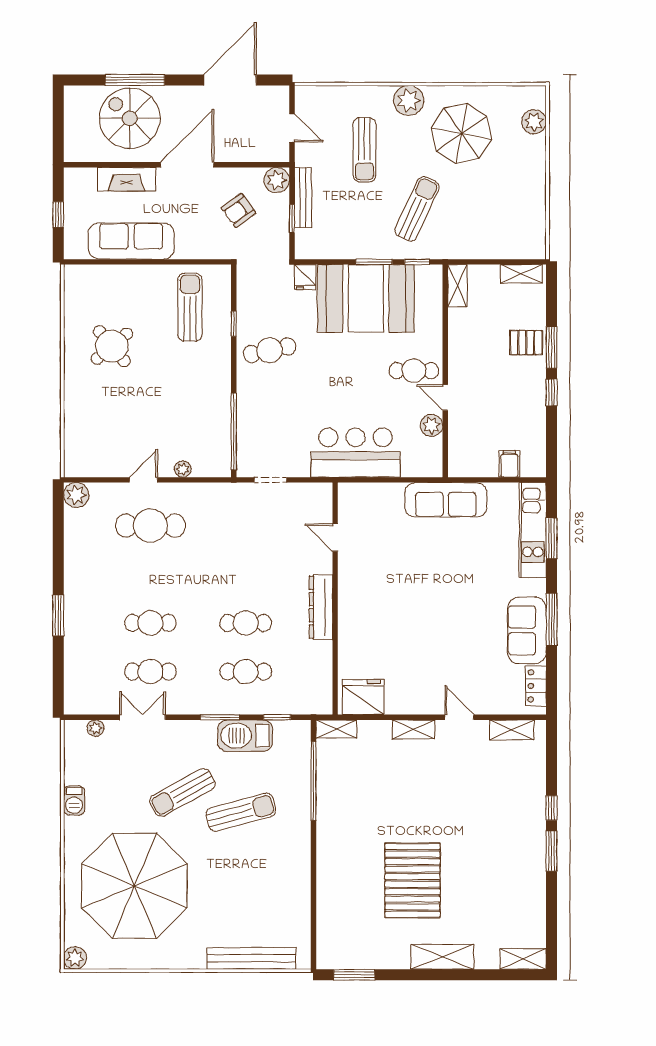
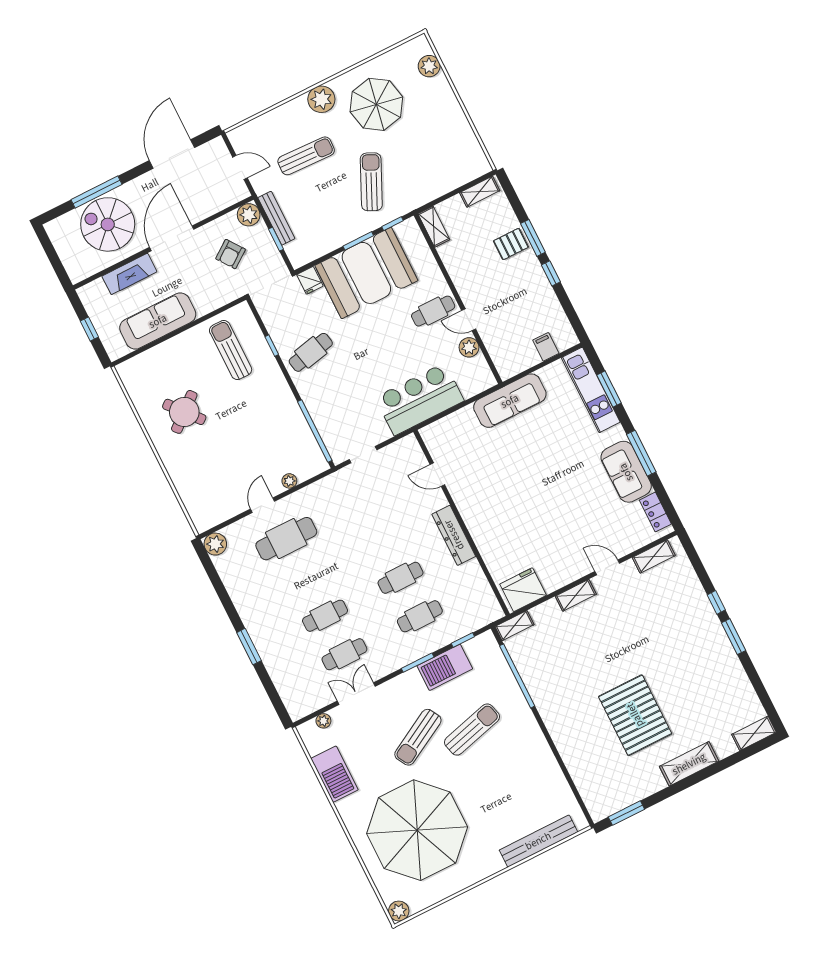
sun lounger: (364, 150) -> (306, 156), turned -88
barbecue: (74, 801) -> (335, 774), width x1.88, depth x1.53

